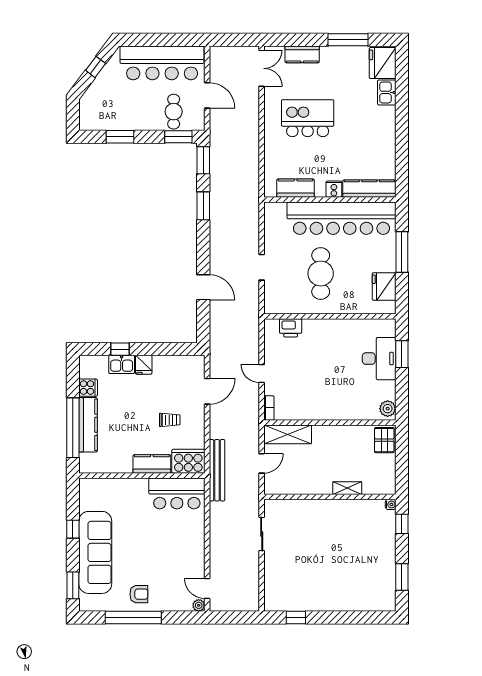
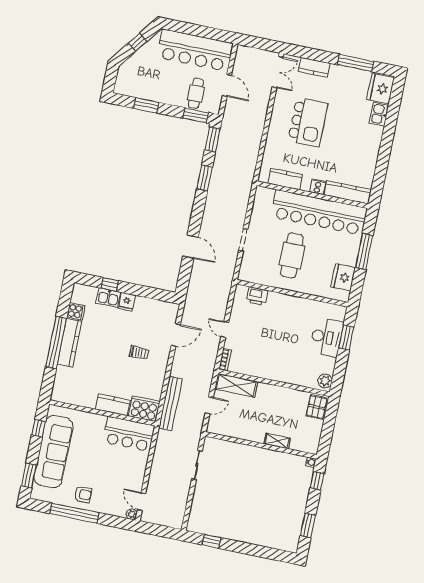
kitchen island: (308, 118) -> (308, 122), turned 90
cooker: (188, 461) -> (144, 409), moved
kitchen counter: (152, 464) -> (113, 405), moved
wall: (142, 476) -> (102, 413), moved
bar counter: (177, 493) -> (129, 434), moved

